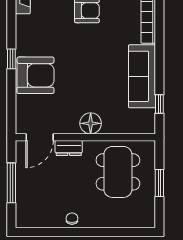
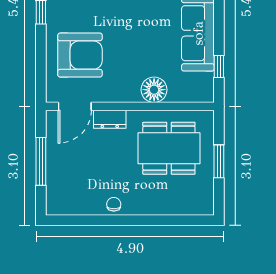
armchair: (36, 75) -> (80, 55), moved
floor lamp: (91, 123) -> (154, 90), moved
dining table: (118, 172) -> (169, 148), turned 90

